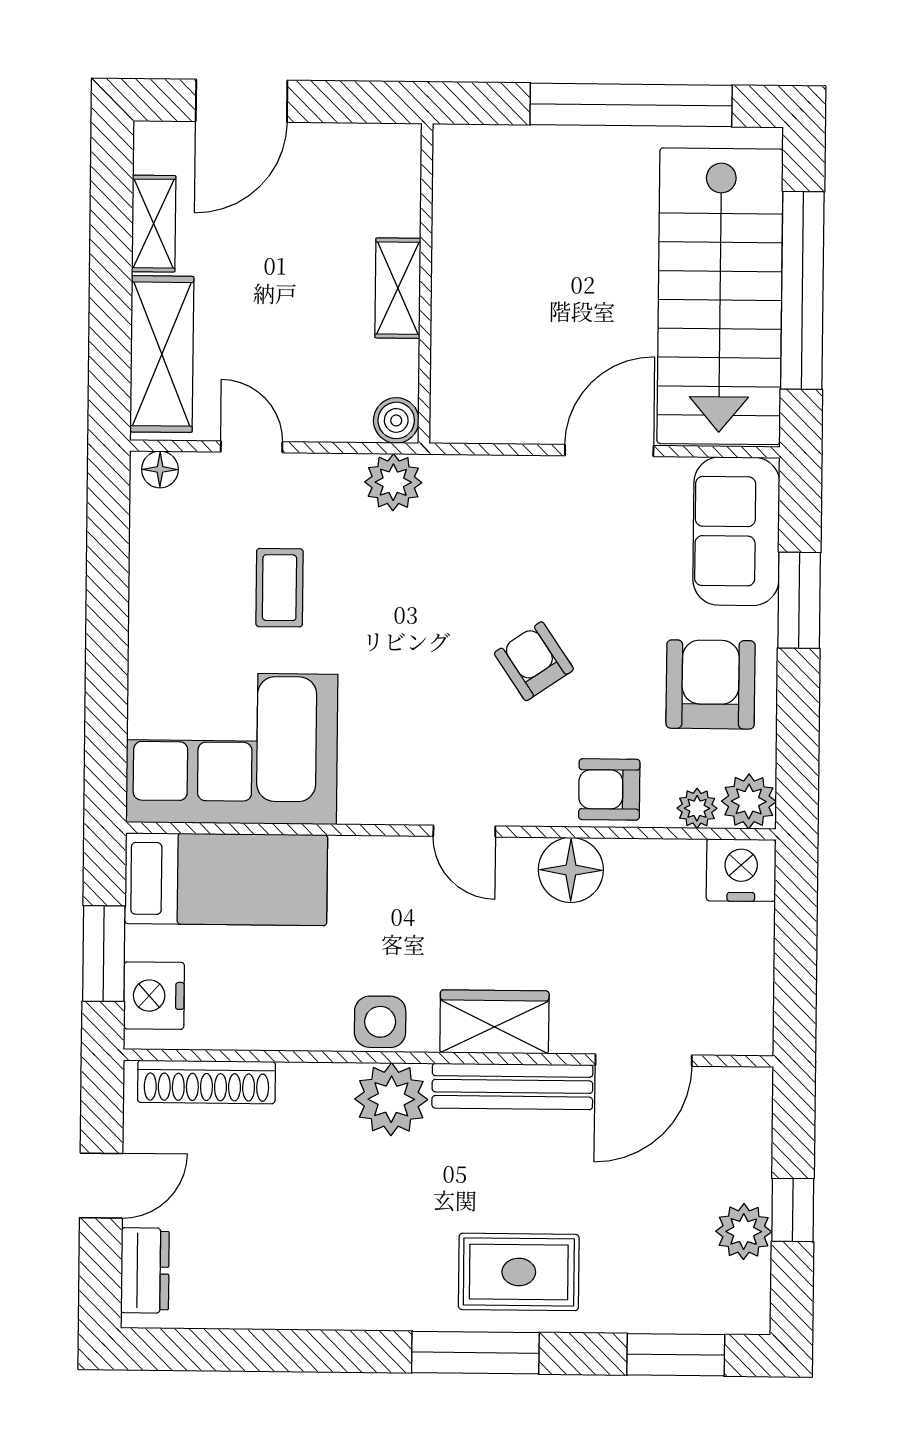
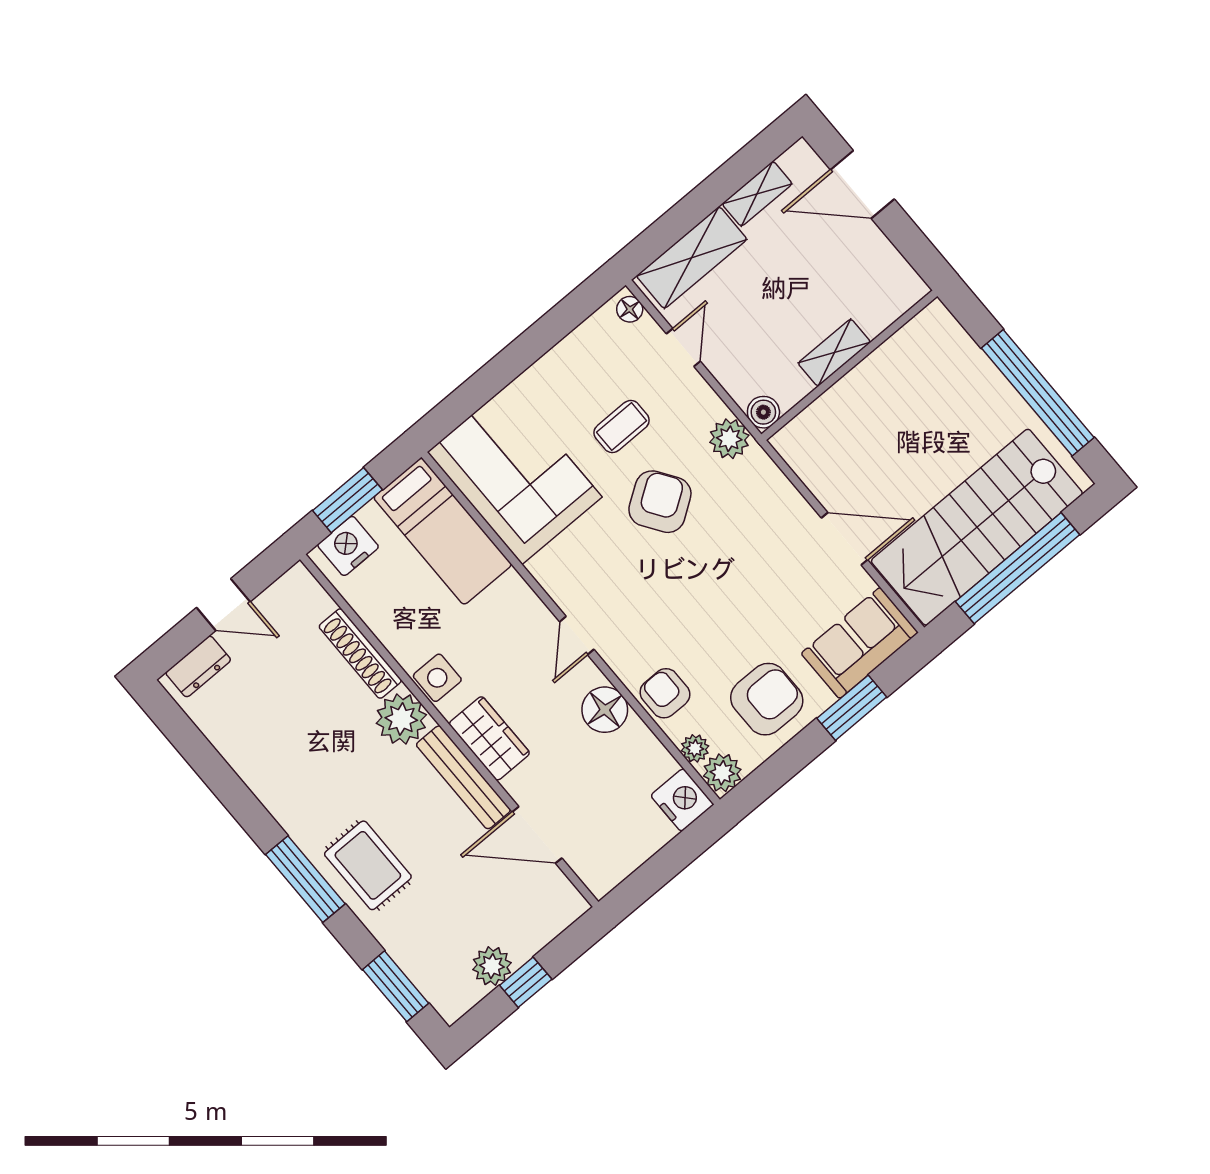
armchair: (534, 661) -> (660, 502), moved, width x1.38, depth x1.38
shoe rack: (206, 1082) -> (360, 654), moved

